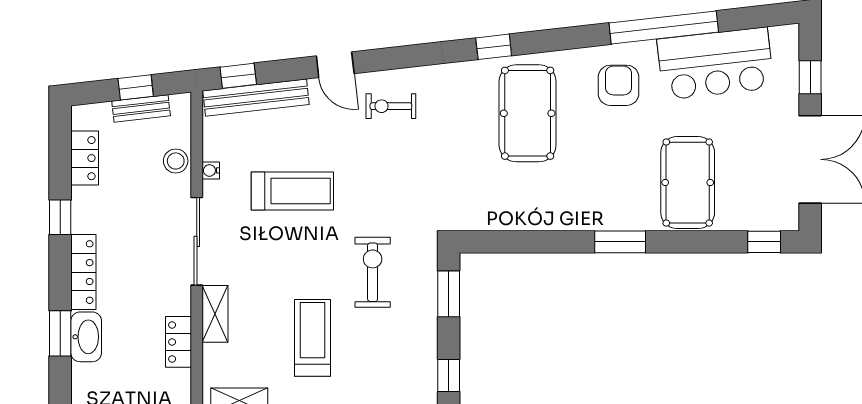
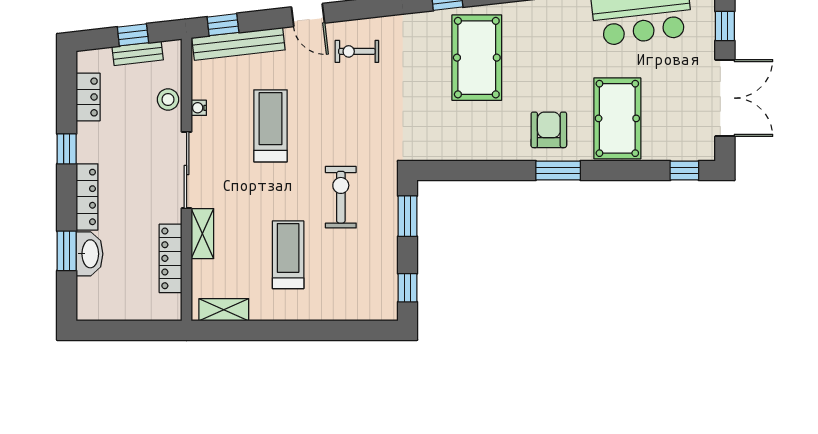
armchair: (618, 85) -> (549, 130), moved
treadmill: (292, 191) -> (271, 126), turned -90
locker: (179, 342) -> (171, 258), width x1.53

